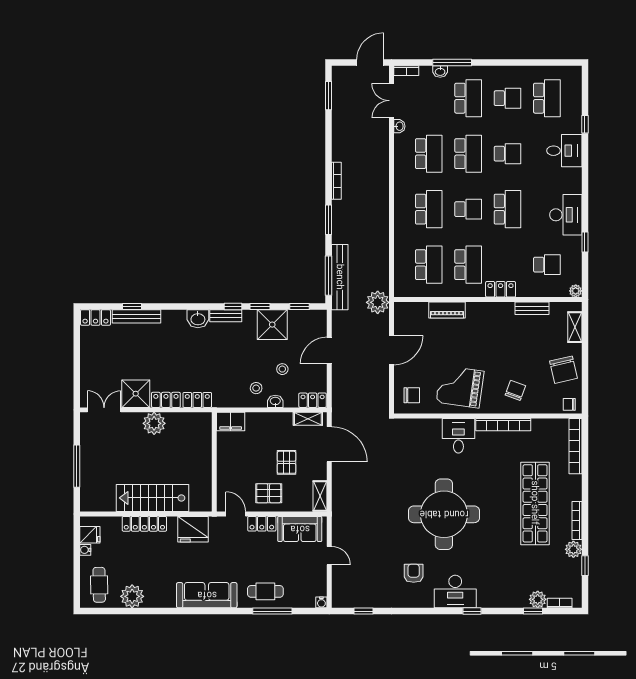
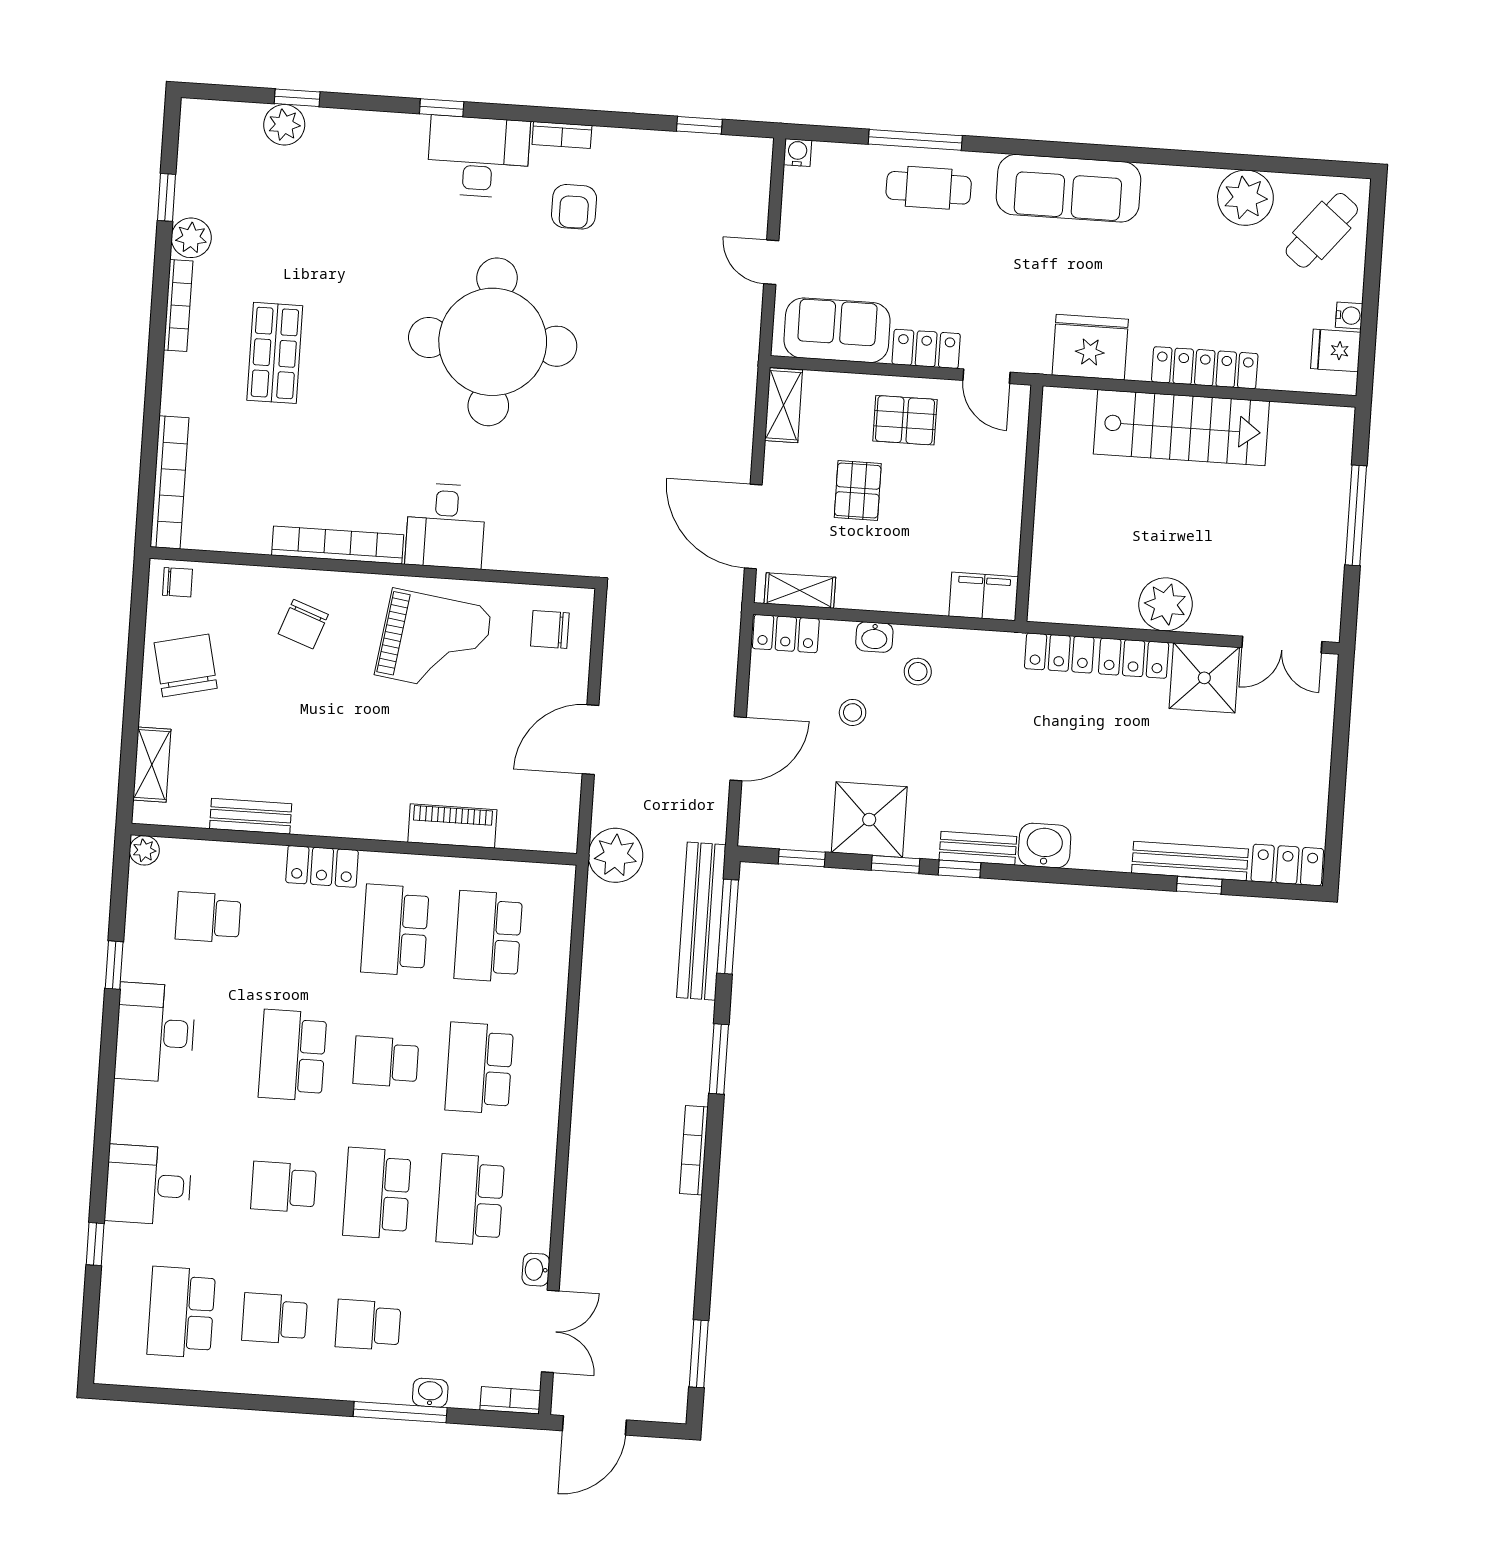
school desk: (468, 98) -> (368, 1325), width x0.54
shop shelf: (535, 503) -> (275, 353), width x0.50, depth x0.74
cafe table: (99, 585) -> (1322, 230), turned 40
bookcase: (560, 603) -> (562, 135), moved

